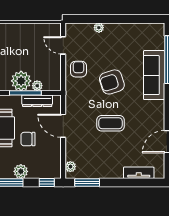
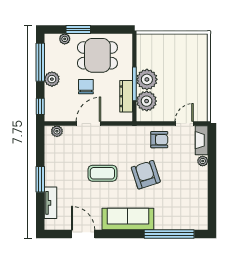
fireplace: (79, 29) -> (202, 140), added
sofa: (154, 75) -> (128, 219), moved
plant: (37, 86) -> (147, 101), width x1.88, depth x1.88
coffee table: (111, 123) -> (102, 173), turned 90
door: (63, 126) -> (88, 124), moved
window: (87, 182) -> (40, 179), moved

